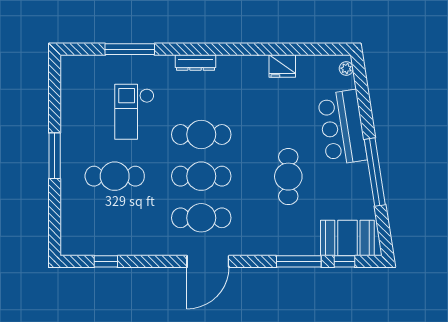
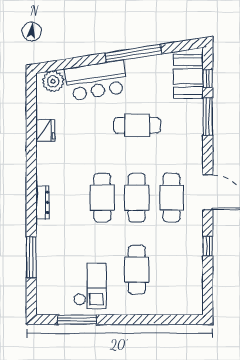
plant: (346, 68) -> (53, 81), width x1.88, depth x1.88
checkout: (134, 112) -> (90, 286), moved, turned -90
window: (55, 156) -> (77, 320), moved
window: (106, 261) -> (208, 246), moved

